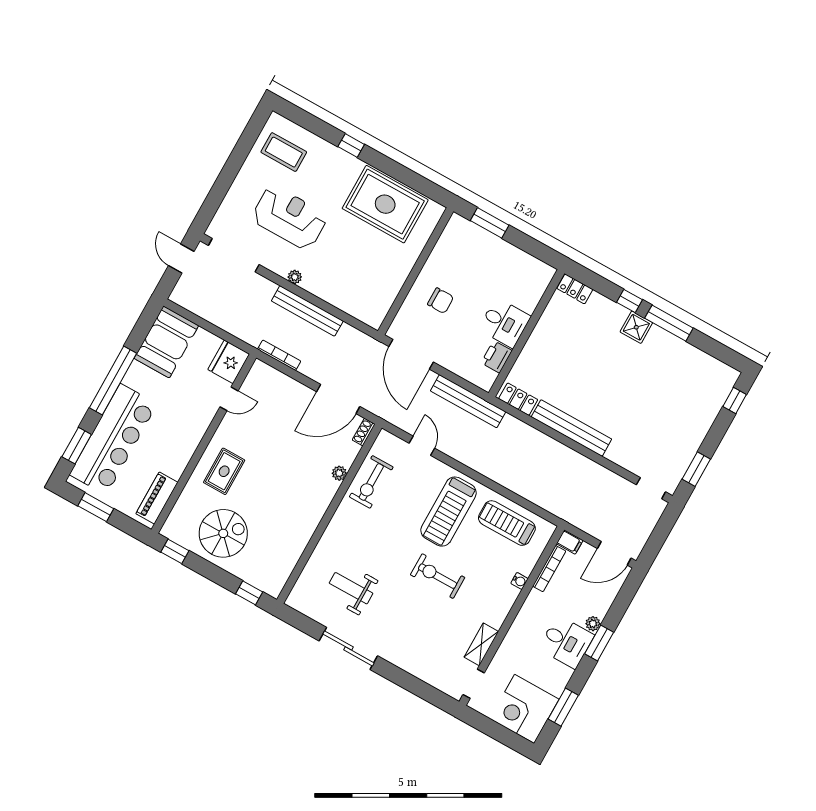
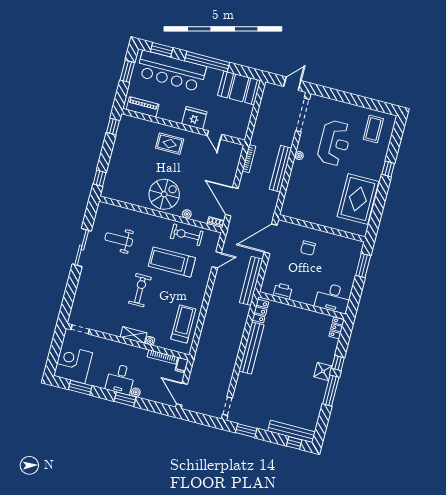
desk: (505, 323) -> (333, 298), moved, width x1.37
fridge: (229, 362) -> (194, 118), moved
bench: (716, 400) -> (292, 431), added
treadmill: (448, 512) -> (172, 262), moved
spiral stairs: (223, 533) -> (164, 194), moved, turned -90
weight bench: (351, 588) -> (119, 240), turned -90
shelving: (481, 644) -> (134, 335), moved

